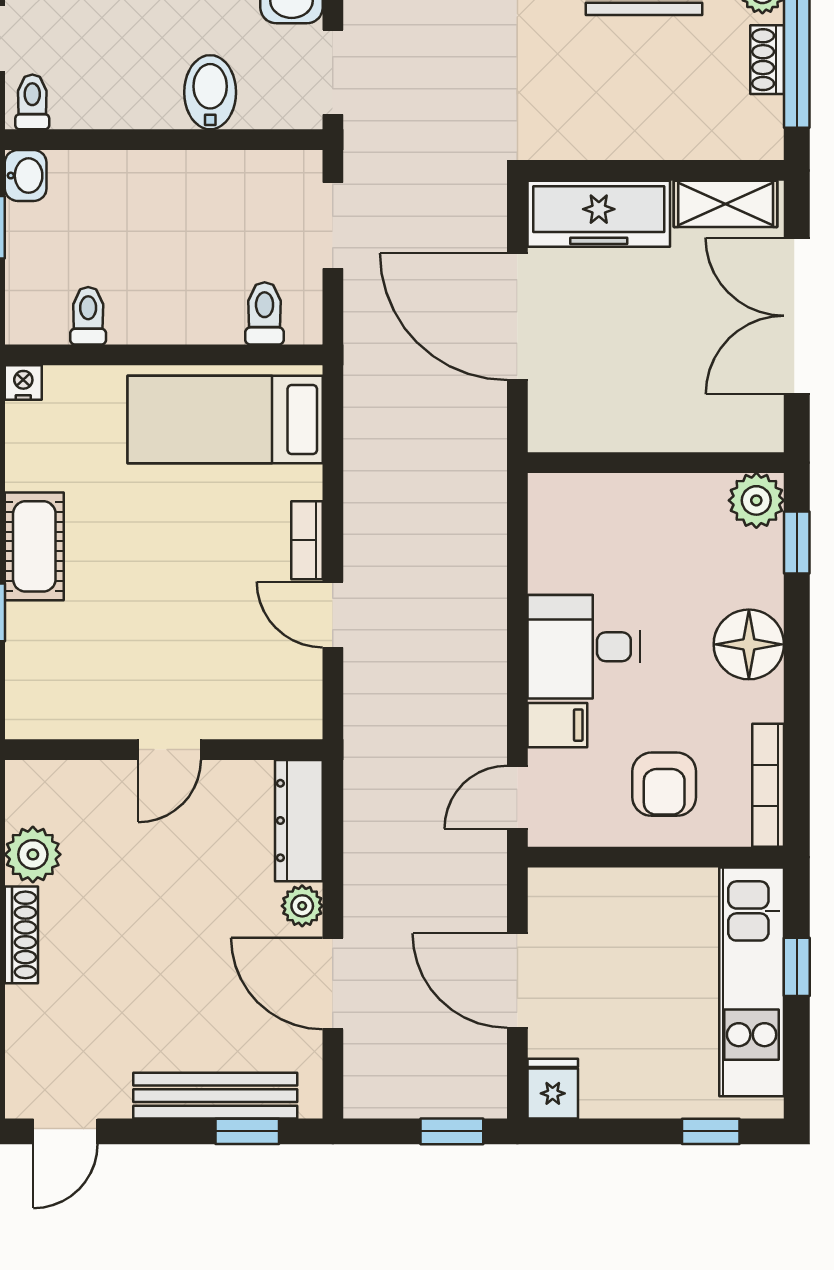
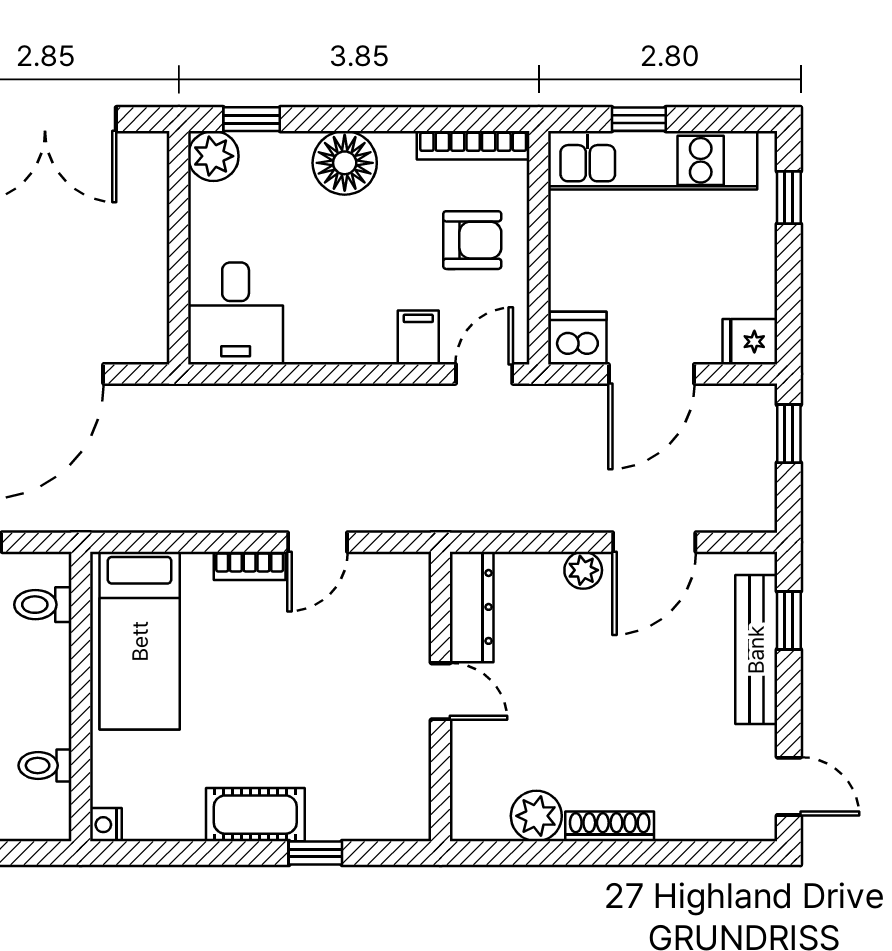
desk: (584, 647) -> (236, 313), moved
door: (517, 797) -> (484, 374), swing flipped
dresser: (299, 821) -> (472, 607), moved, turned -90
dishwasher: (557, 900) -> (578, 338), added

